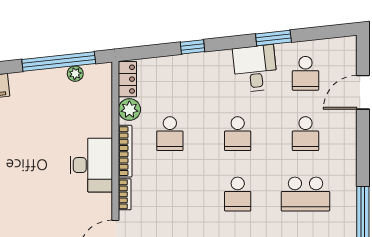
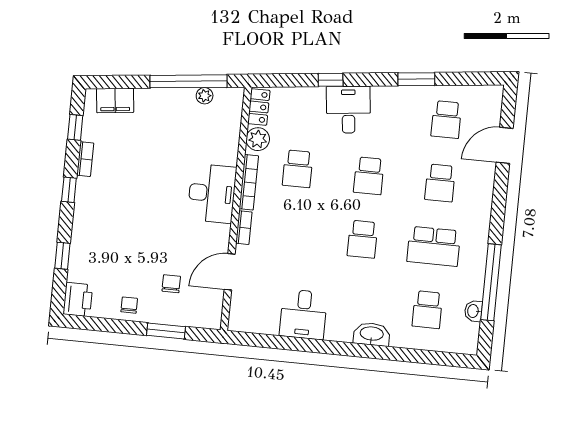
desk: (255, 68) -> (348, 110), moved

